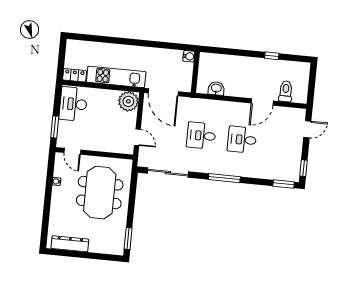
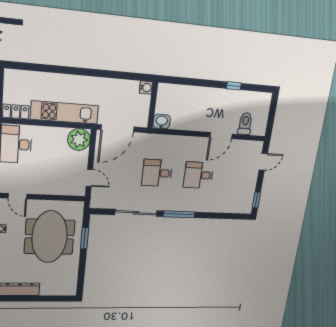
washbasin: (216, 88) -> (162, 122), moved
door: (163, 92) -> (118, 128), hinge flipped
sliding door: (168, 173) -> (136, 213), moved
window: (284, 184) -> (236, 216), removed
window: (128, 239) -> (85, 238), moved

